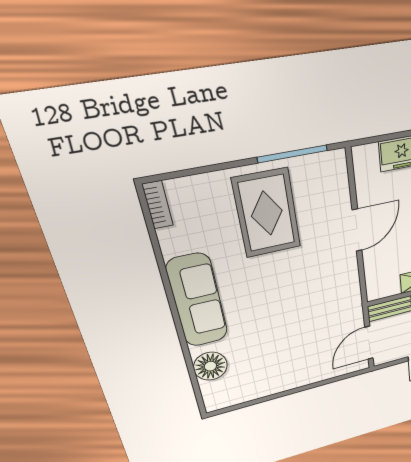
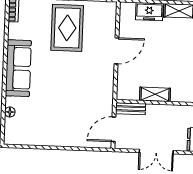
floor lamp: (210, 366) -> (10, 112), width x0.53, depth x0.53

